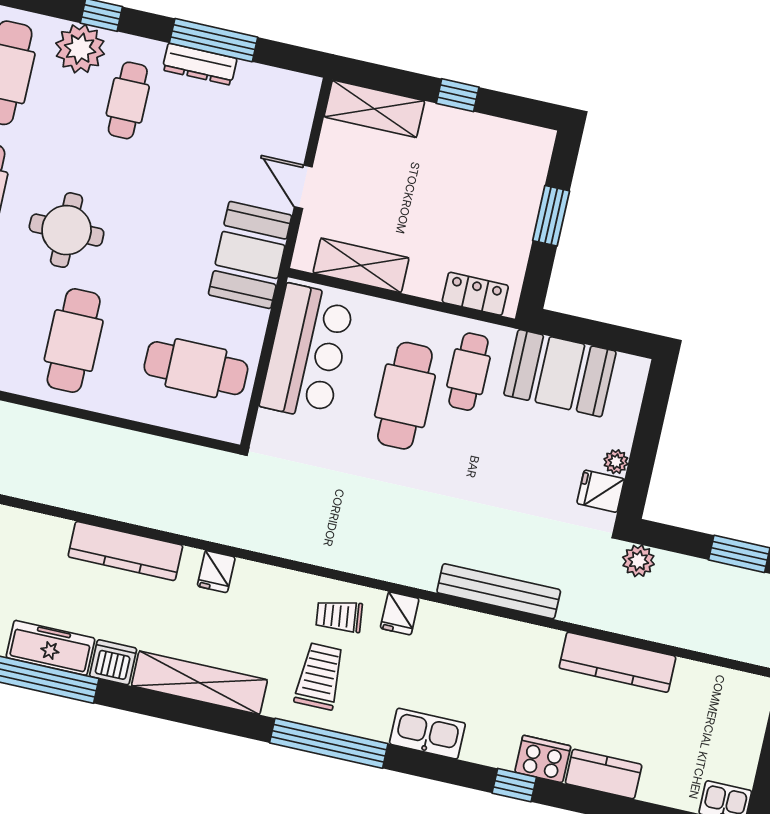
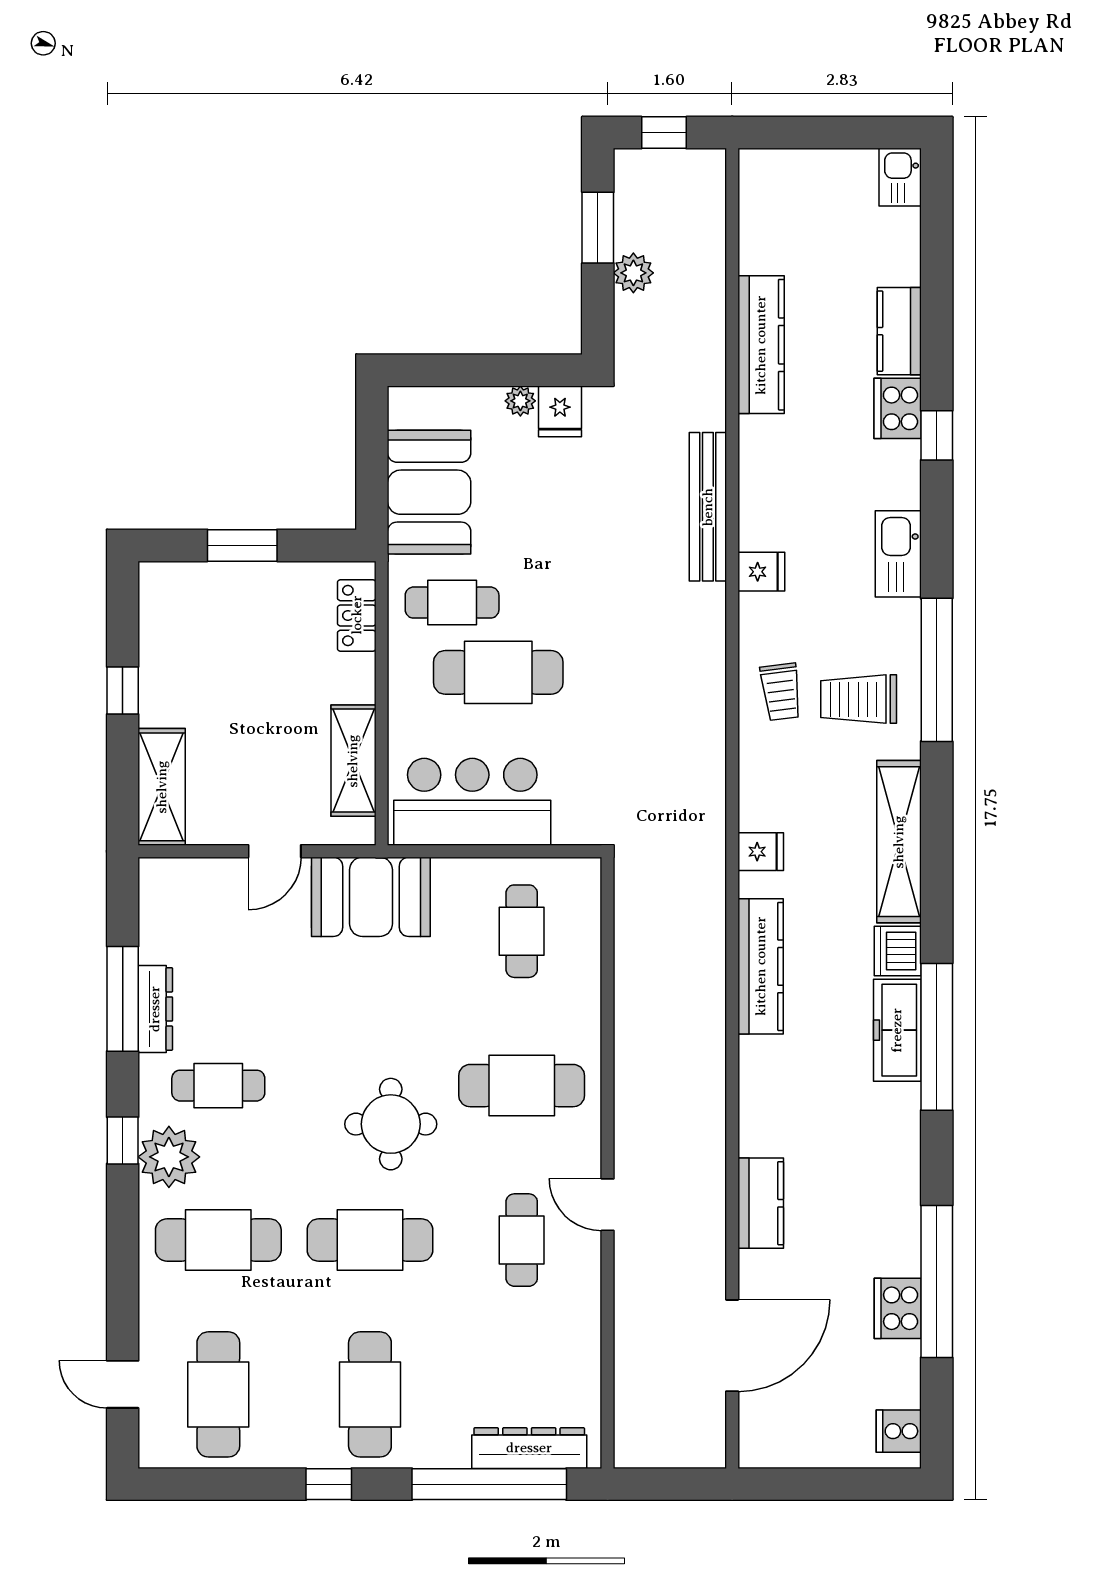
cafe table: (196, 368) -> (522, 931), width x0.73, depth x0.74
plant: (638, 561) -> (633, 273), moved
fridge: (400, 613) -> (761, 572), moved

